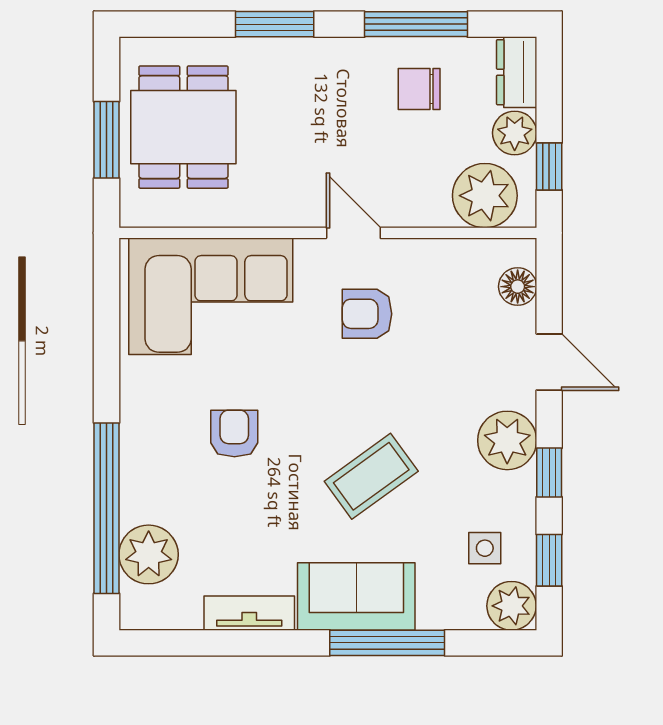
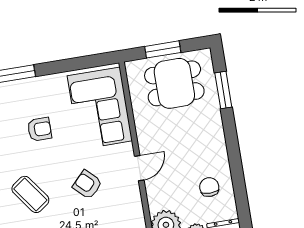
window: (275, 24) -> (223, 90), moved
window: (416, 24) -> (238, 181), removed
armchair: (367, 314) -> (87, 185), moved, turned -46

